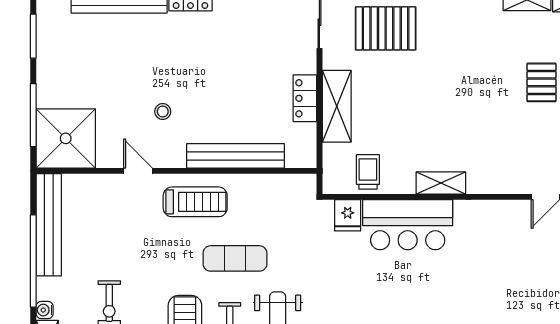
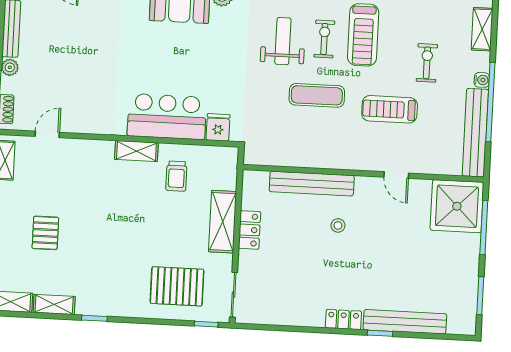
stool: (163, 112) -> (338, 225), moved
trolley: (368, 172) -> (176, 176), moved
treadmill: (195, 202) -> (390, 109), moved
water cooler: (45, 310) -> (482, 80), moved

